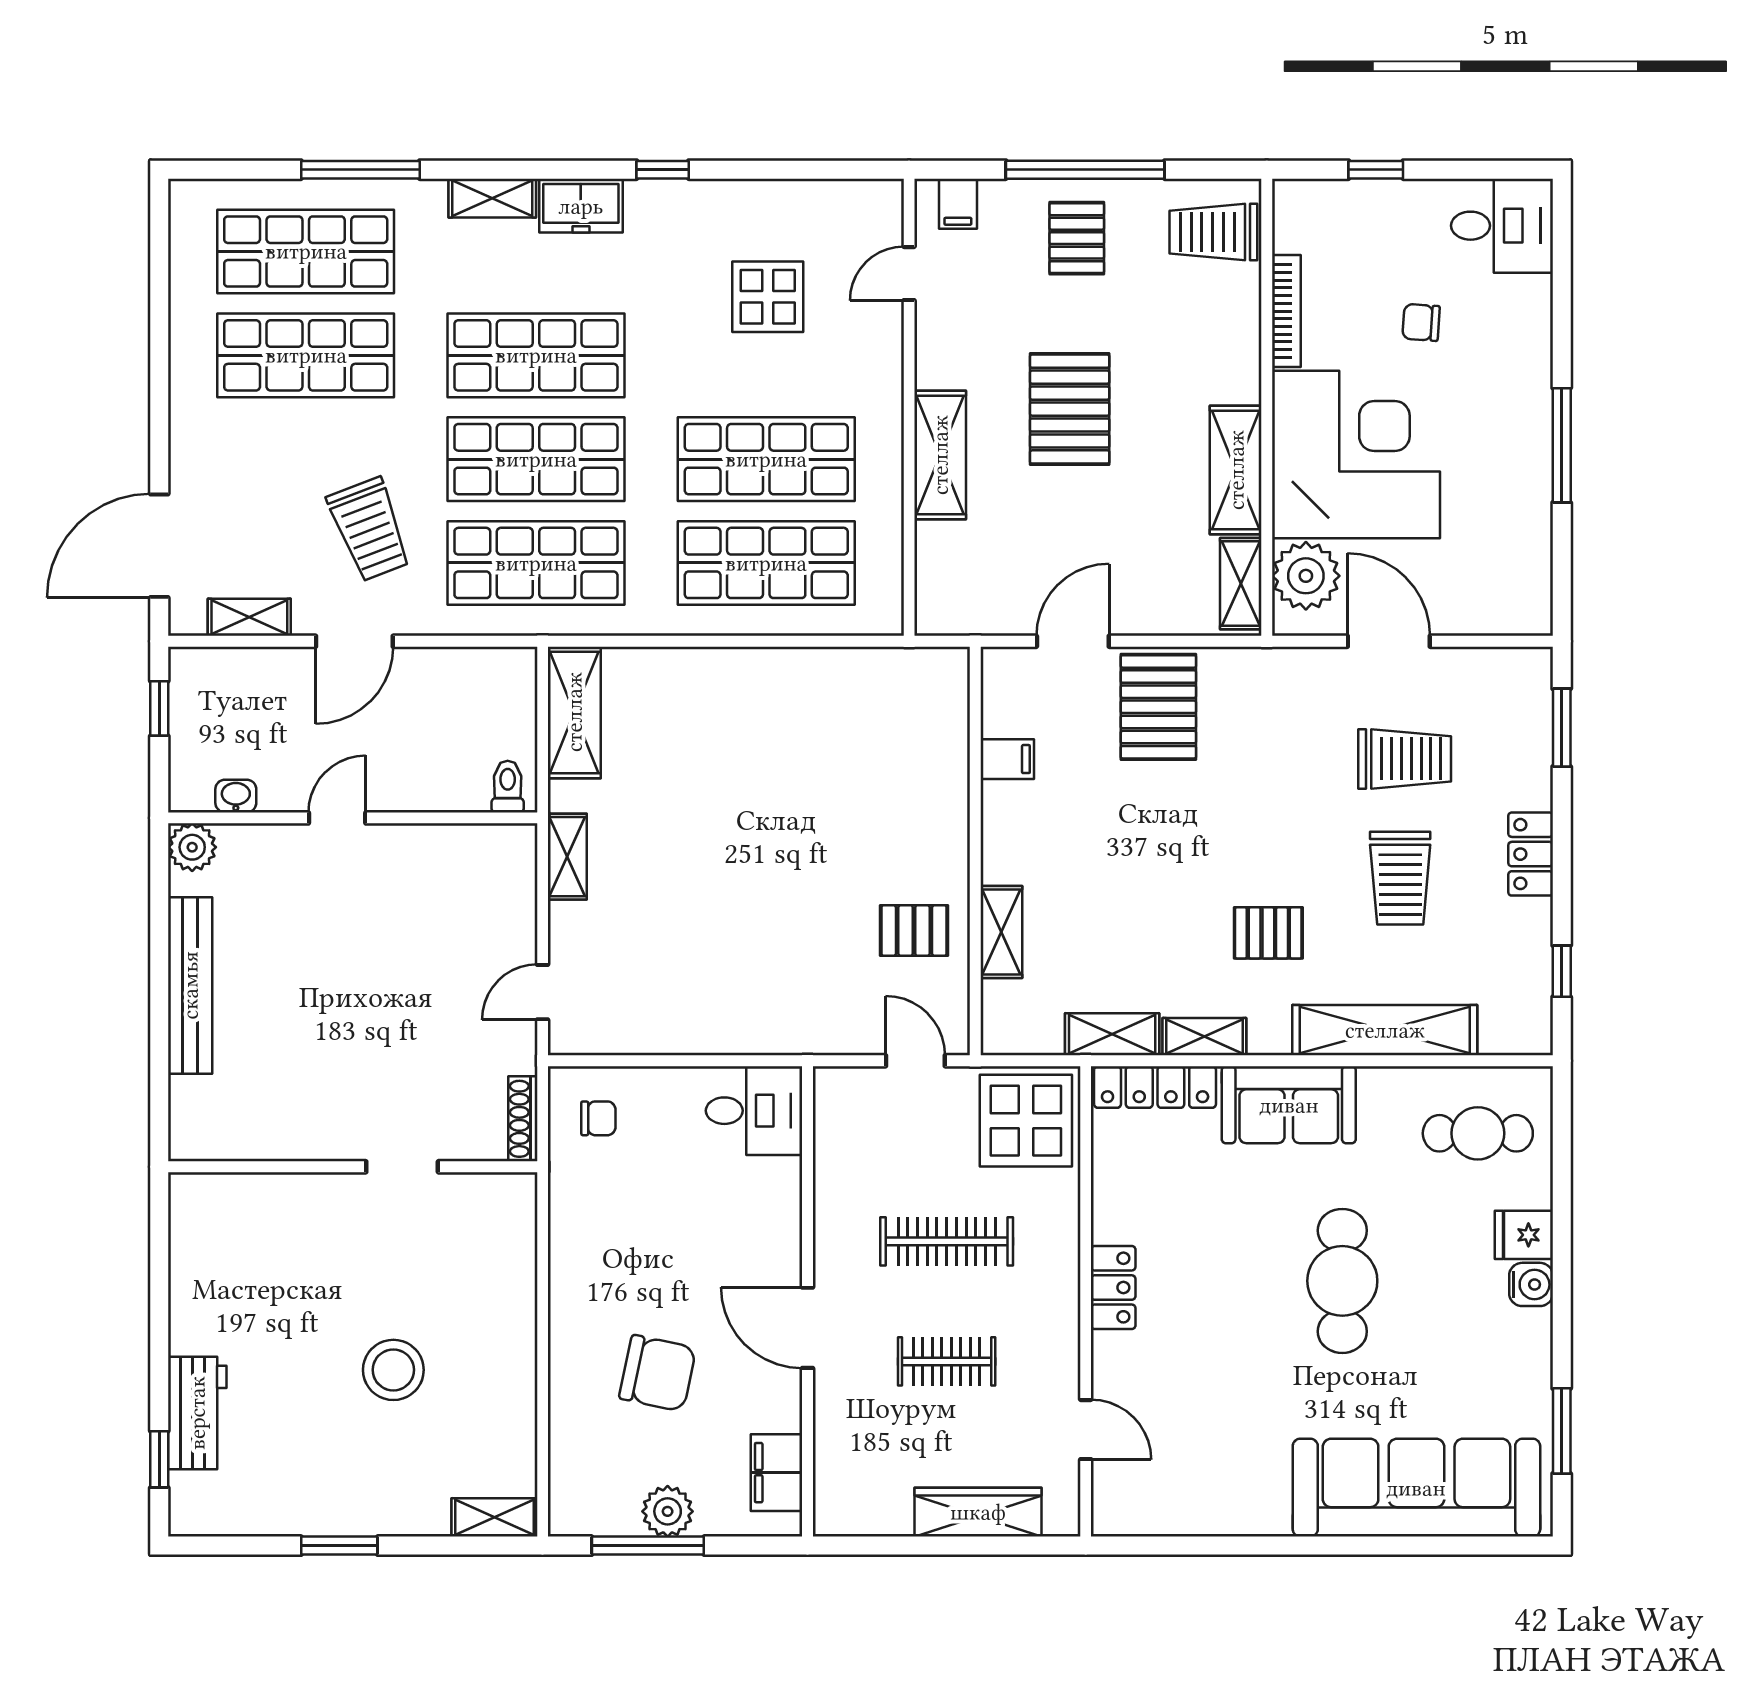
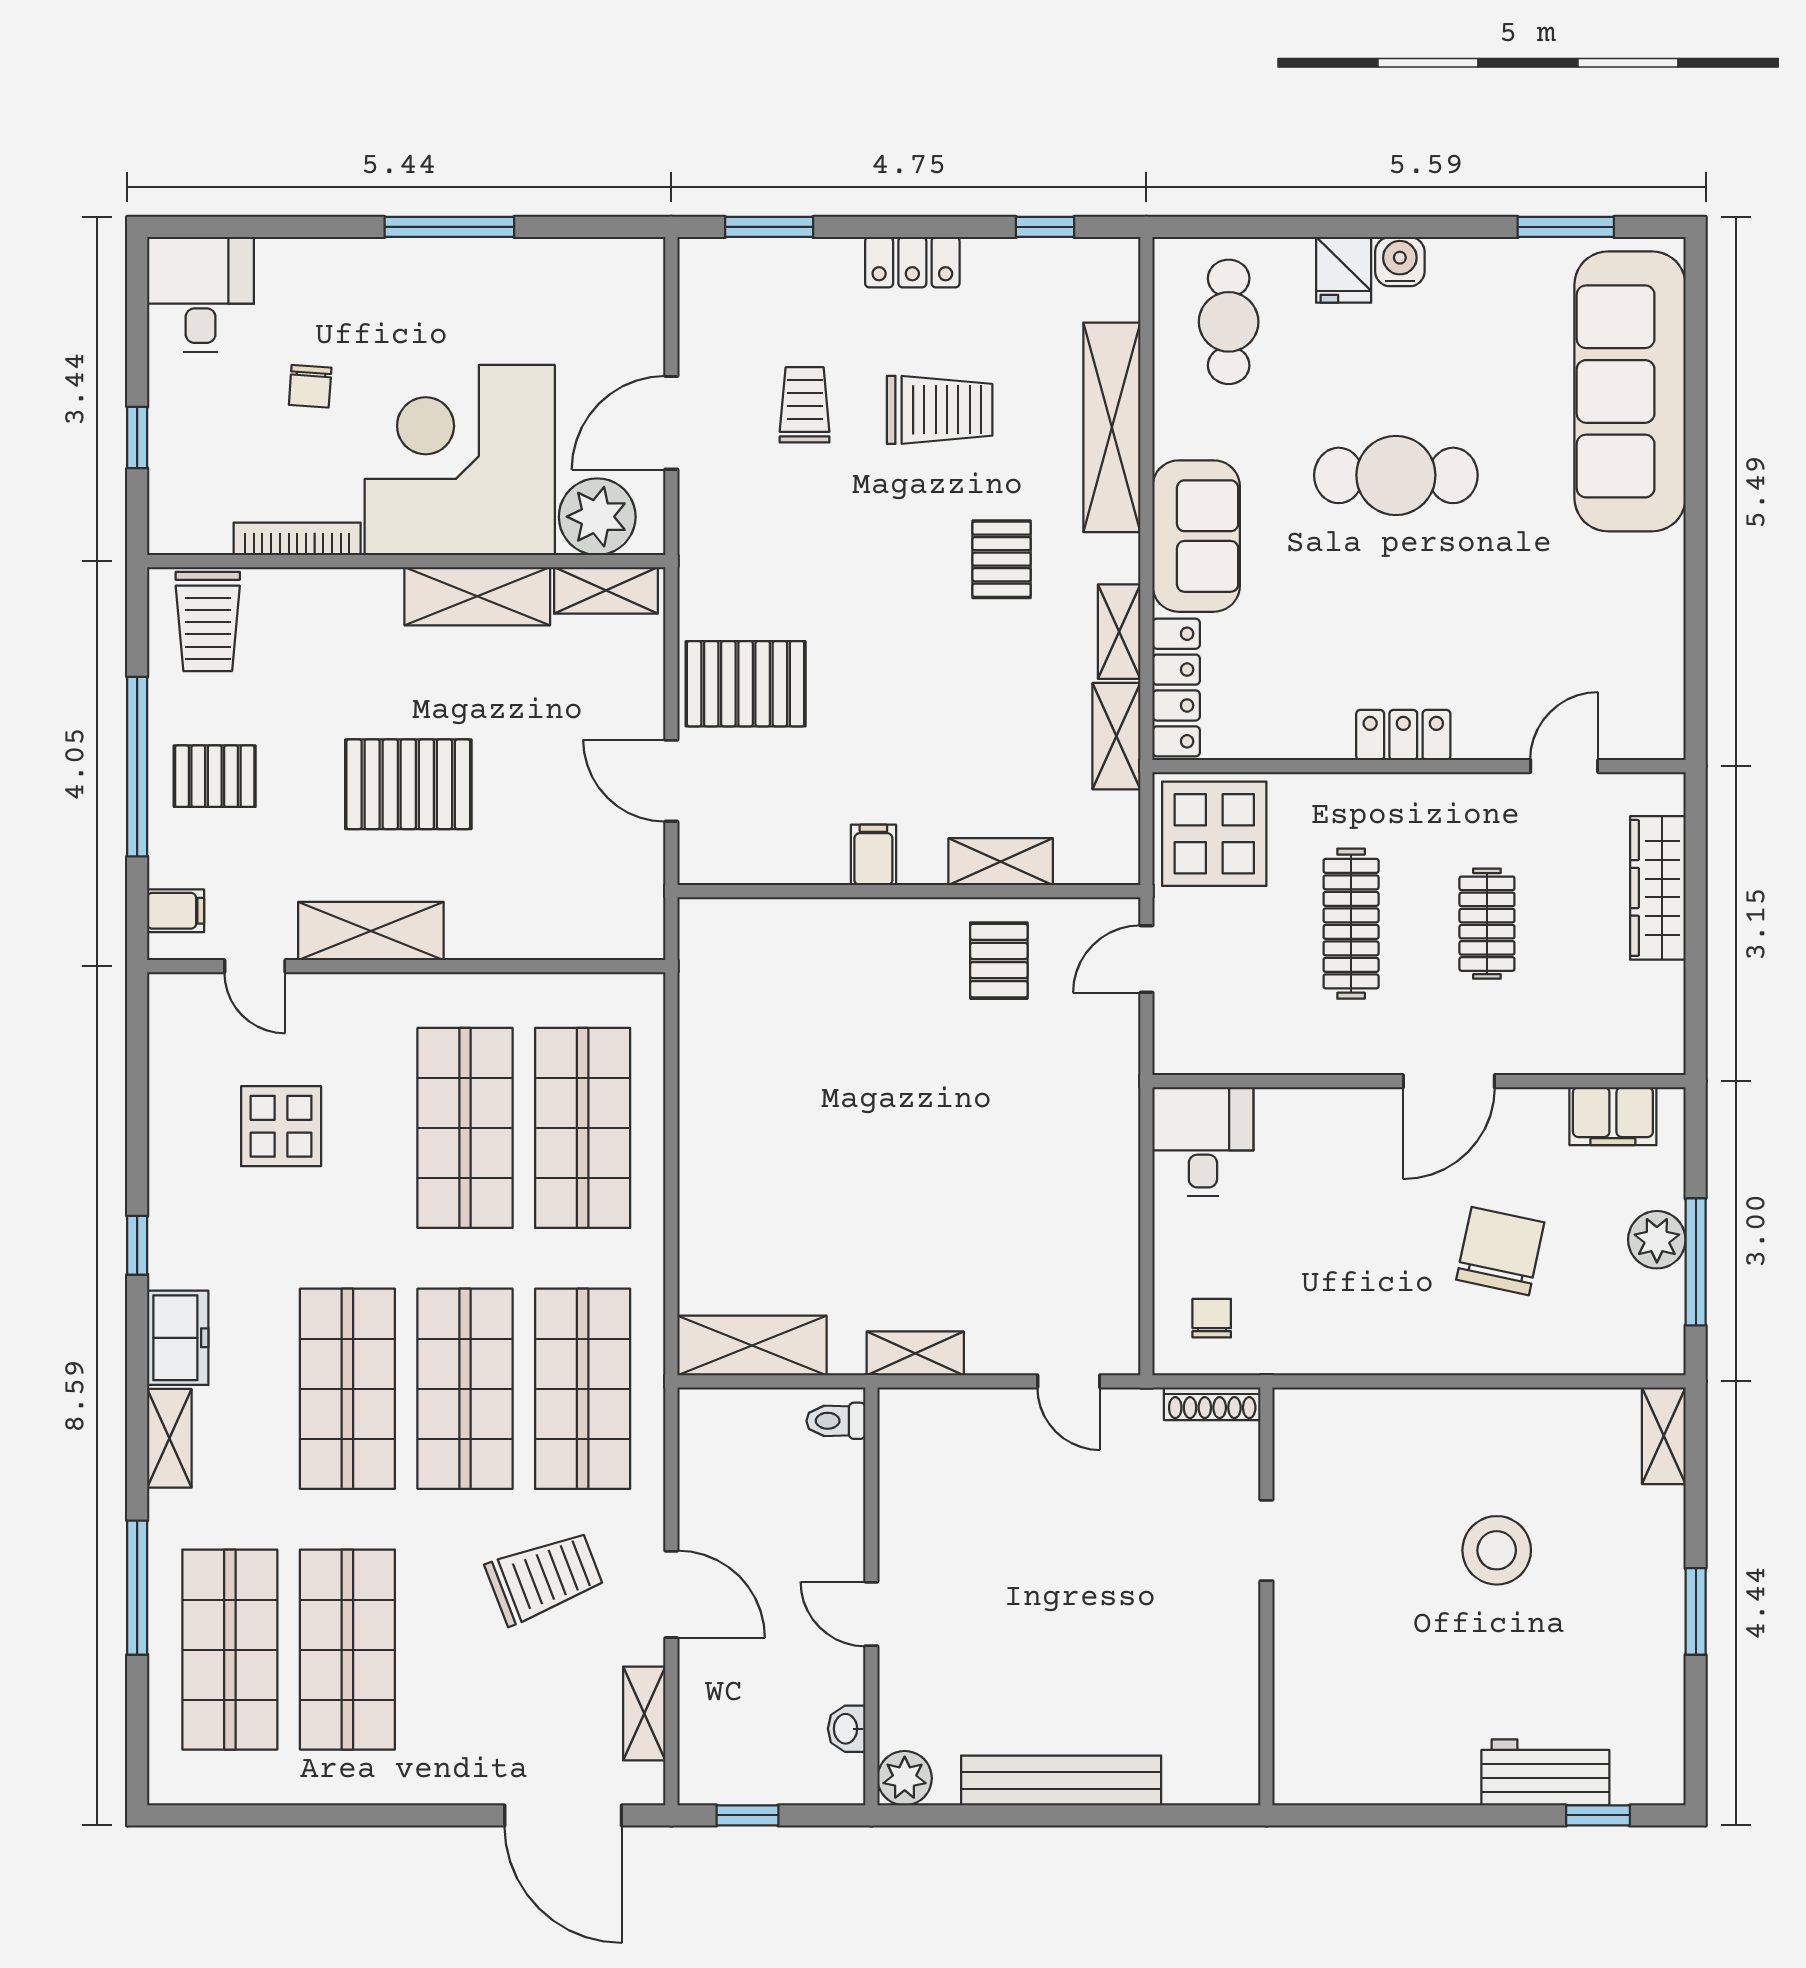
shelving: (940, 455) -> (371, 931), moved
filing cabinet: (1007, 759) -> (873, 855), moved
trolley: (1405, 759) -> (805, 405), width x0.73, depth x0.72

